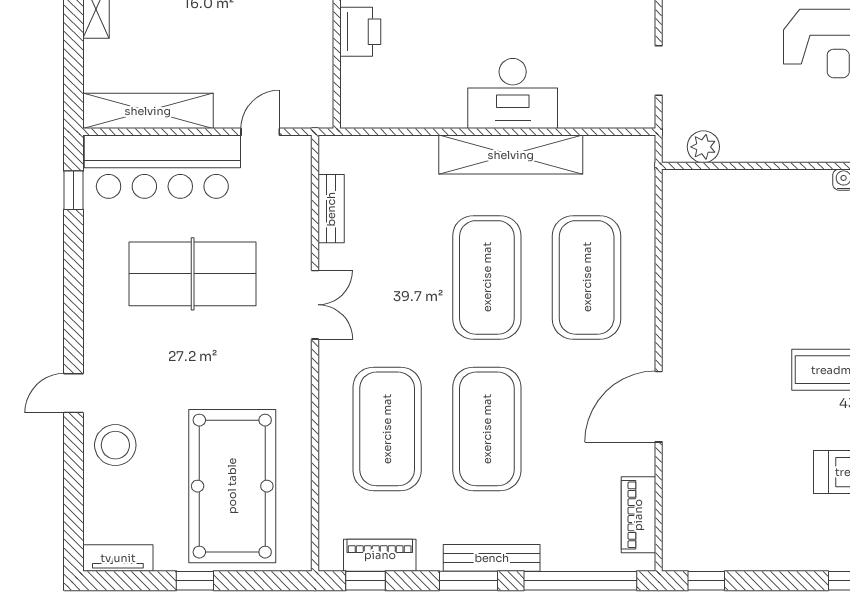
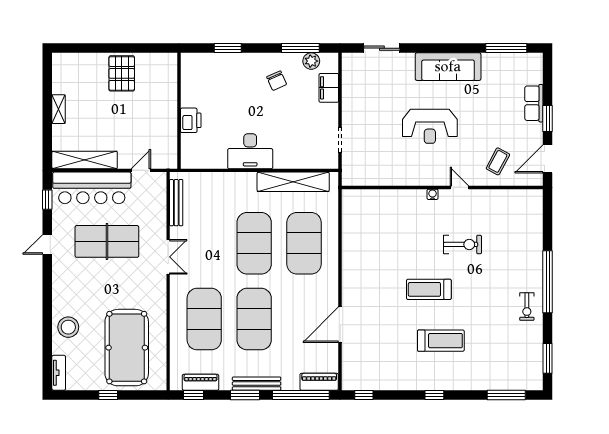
desk: (513, 94) -> (250, 151), moved
plant: (703, 147) -> (362, 178), removed
shelving: (511, 155) -> (293, 182), moved
bench: (331, 209) -> (176, 203), width x1.36
door: (73, 393) -> (47, 244), moved
door: (659, 407) -> (340, 325), moved
piano: (638, 515) -> (319, 382), moved, turned 90
tv unit: (118, 558) -> (59, 373), moved, turned 90

